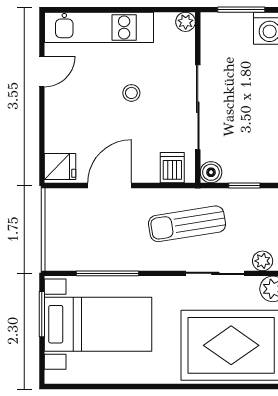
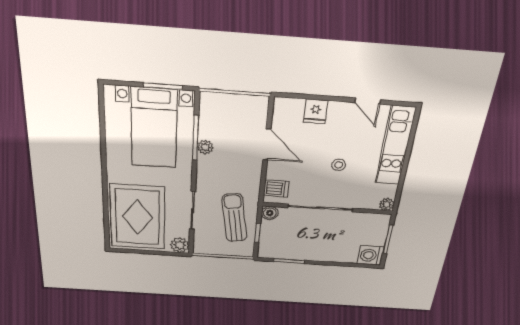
fridge: (60, 167) -> (316, 111), moved
sun lounger: (187, 224) -> (234, 218), moved
plant: (263, 261) -> (205, 147), moved

